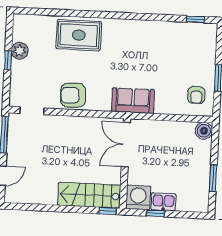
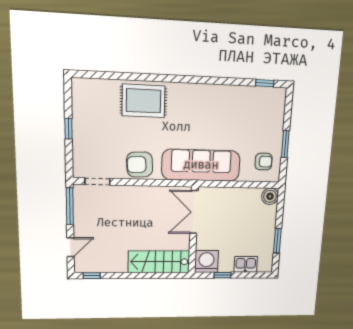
plant: (20, 51) -> (81, 118), removed
armchair: (196, 95) -> (264, 162), turned -90
sofa: (133, 101) -> (201, 165), width x1.85, depth x1.27
kitchen sink: (163, 202) -> (246, 264), moved
window: (108, 211) -> (92, 276), moved

